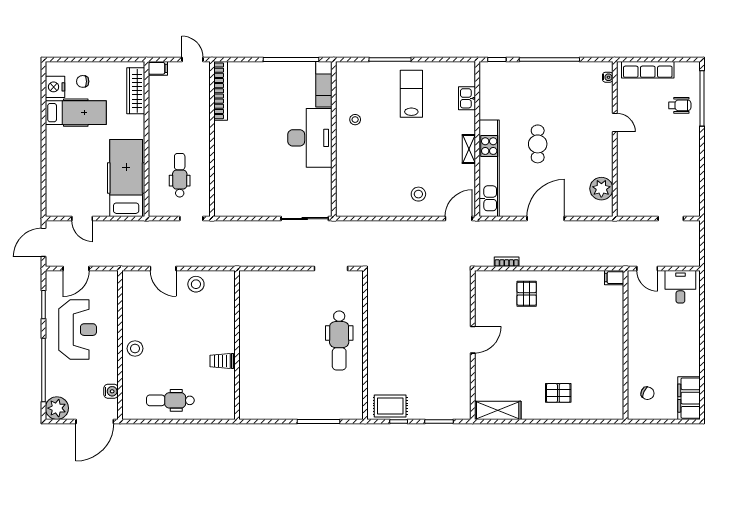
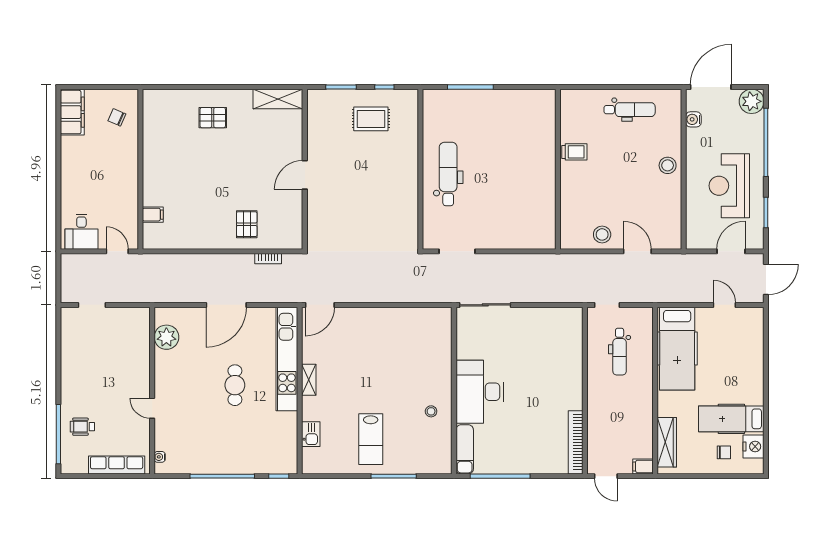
stool: (418, 194) -> (363, 331), removed
filing cabinet: (614, 278) -> (153, 215), moved
rug: (390, 406) -> (371, 119), moved

